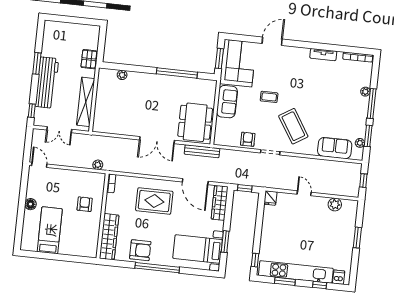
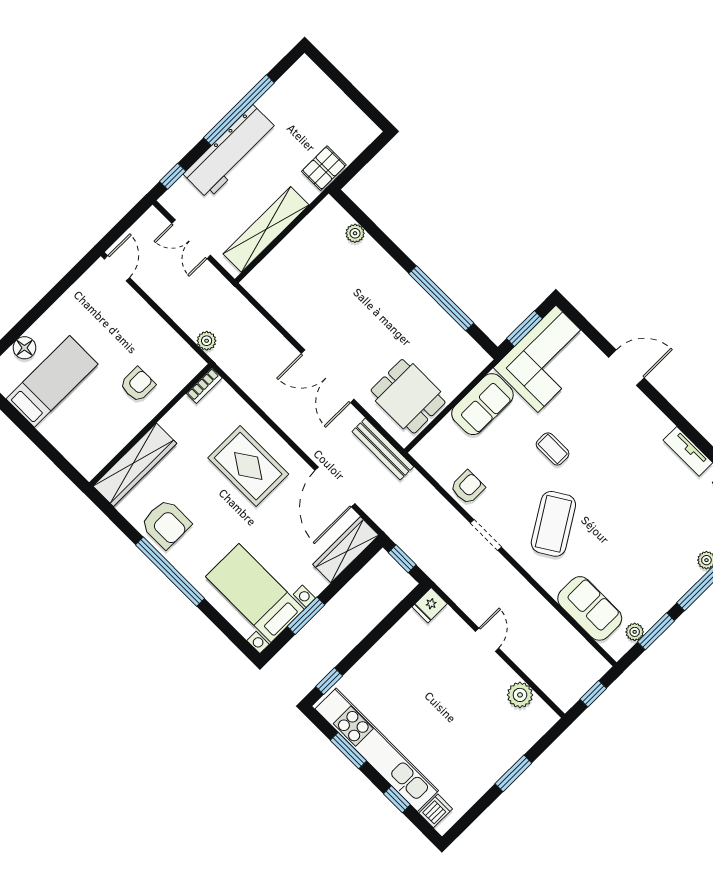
window: (37, 63) -> (239, 110), width x2.11
dining table: (195, 122) -> (408, 396), width x0.73
floor lamp: (30, 204) -> (24, 348), moved

